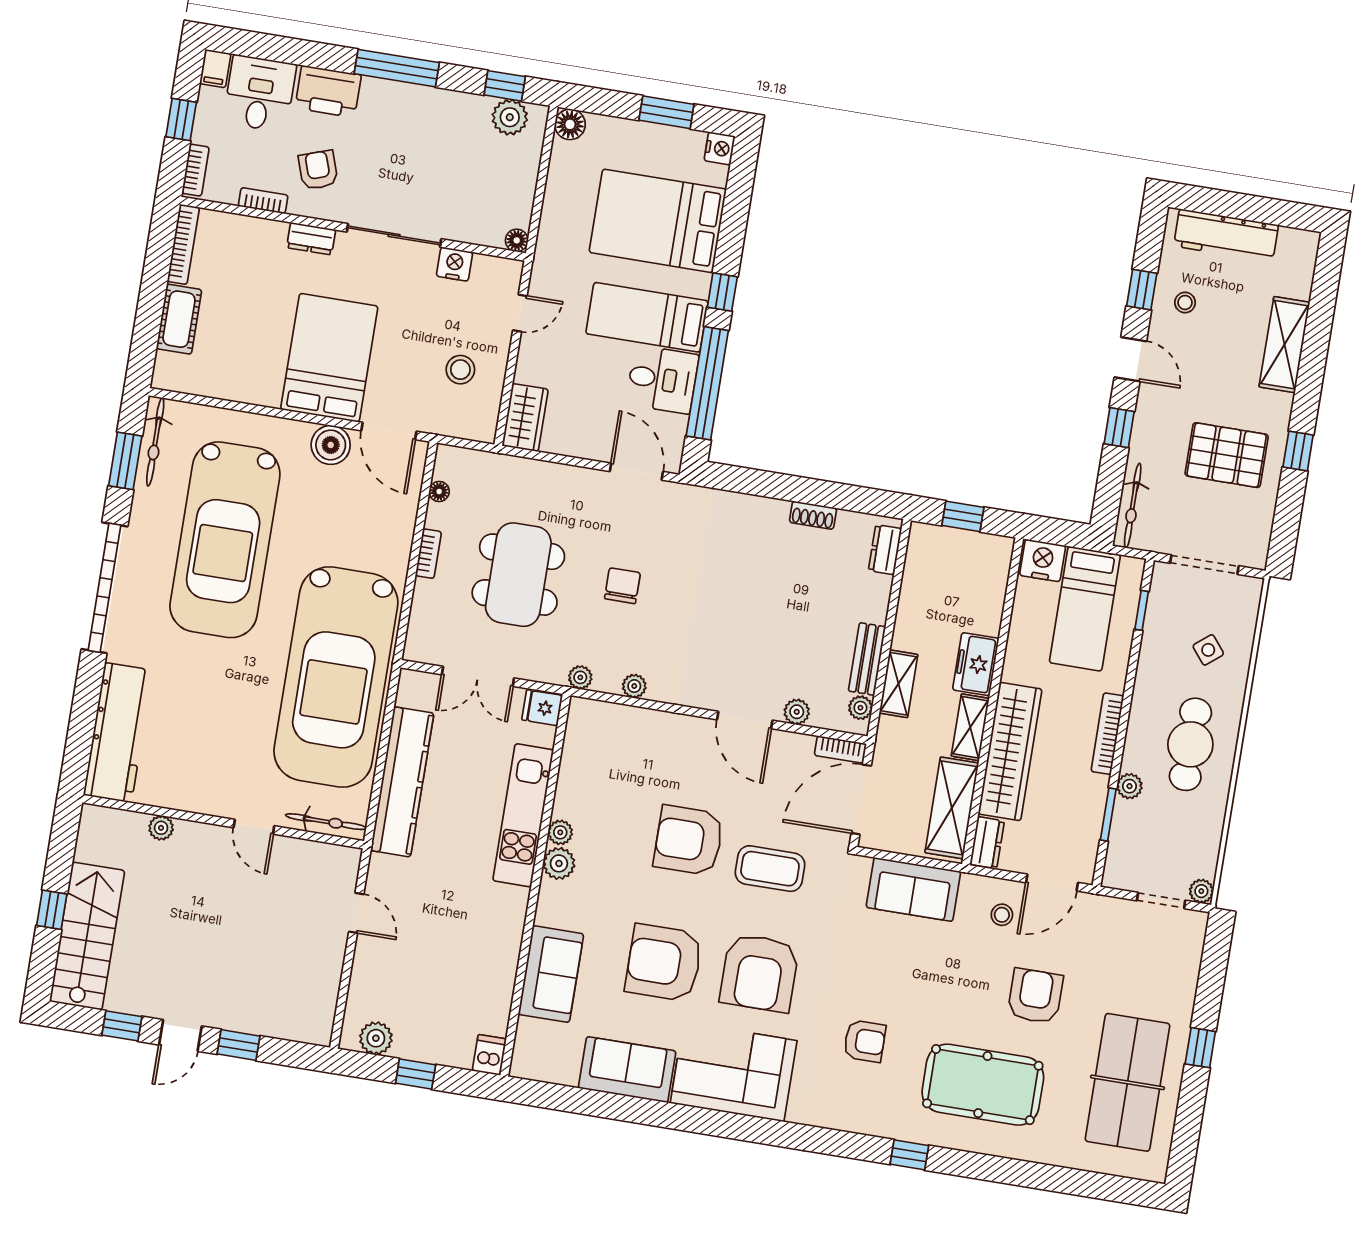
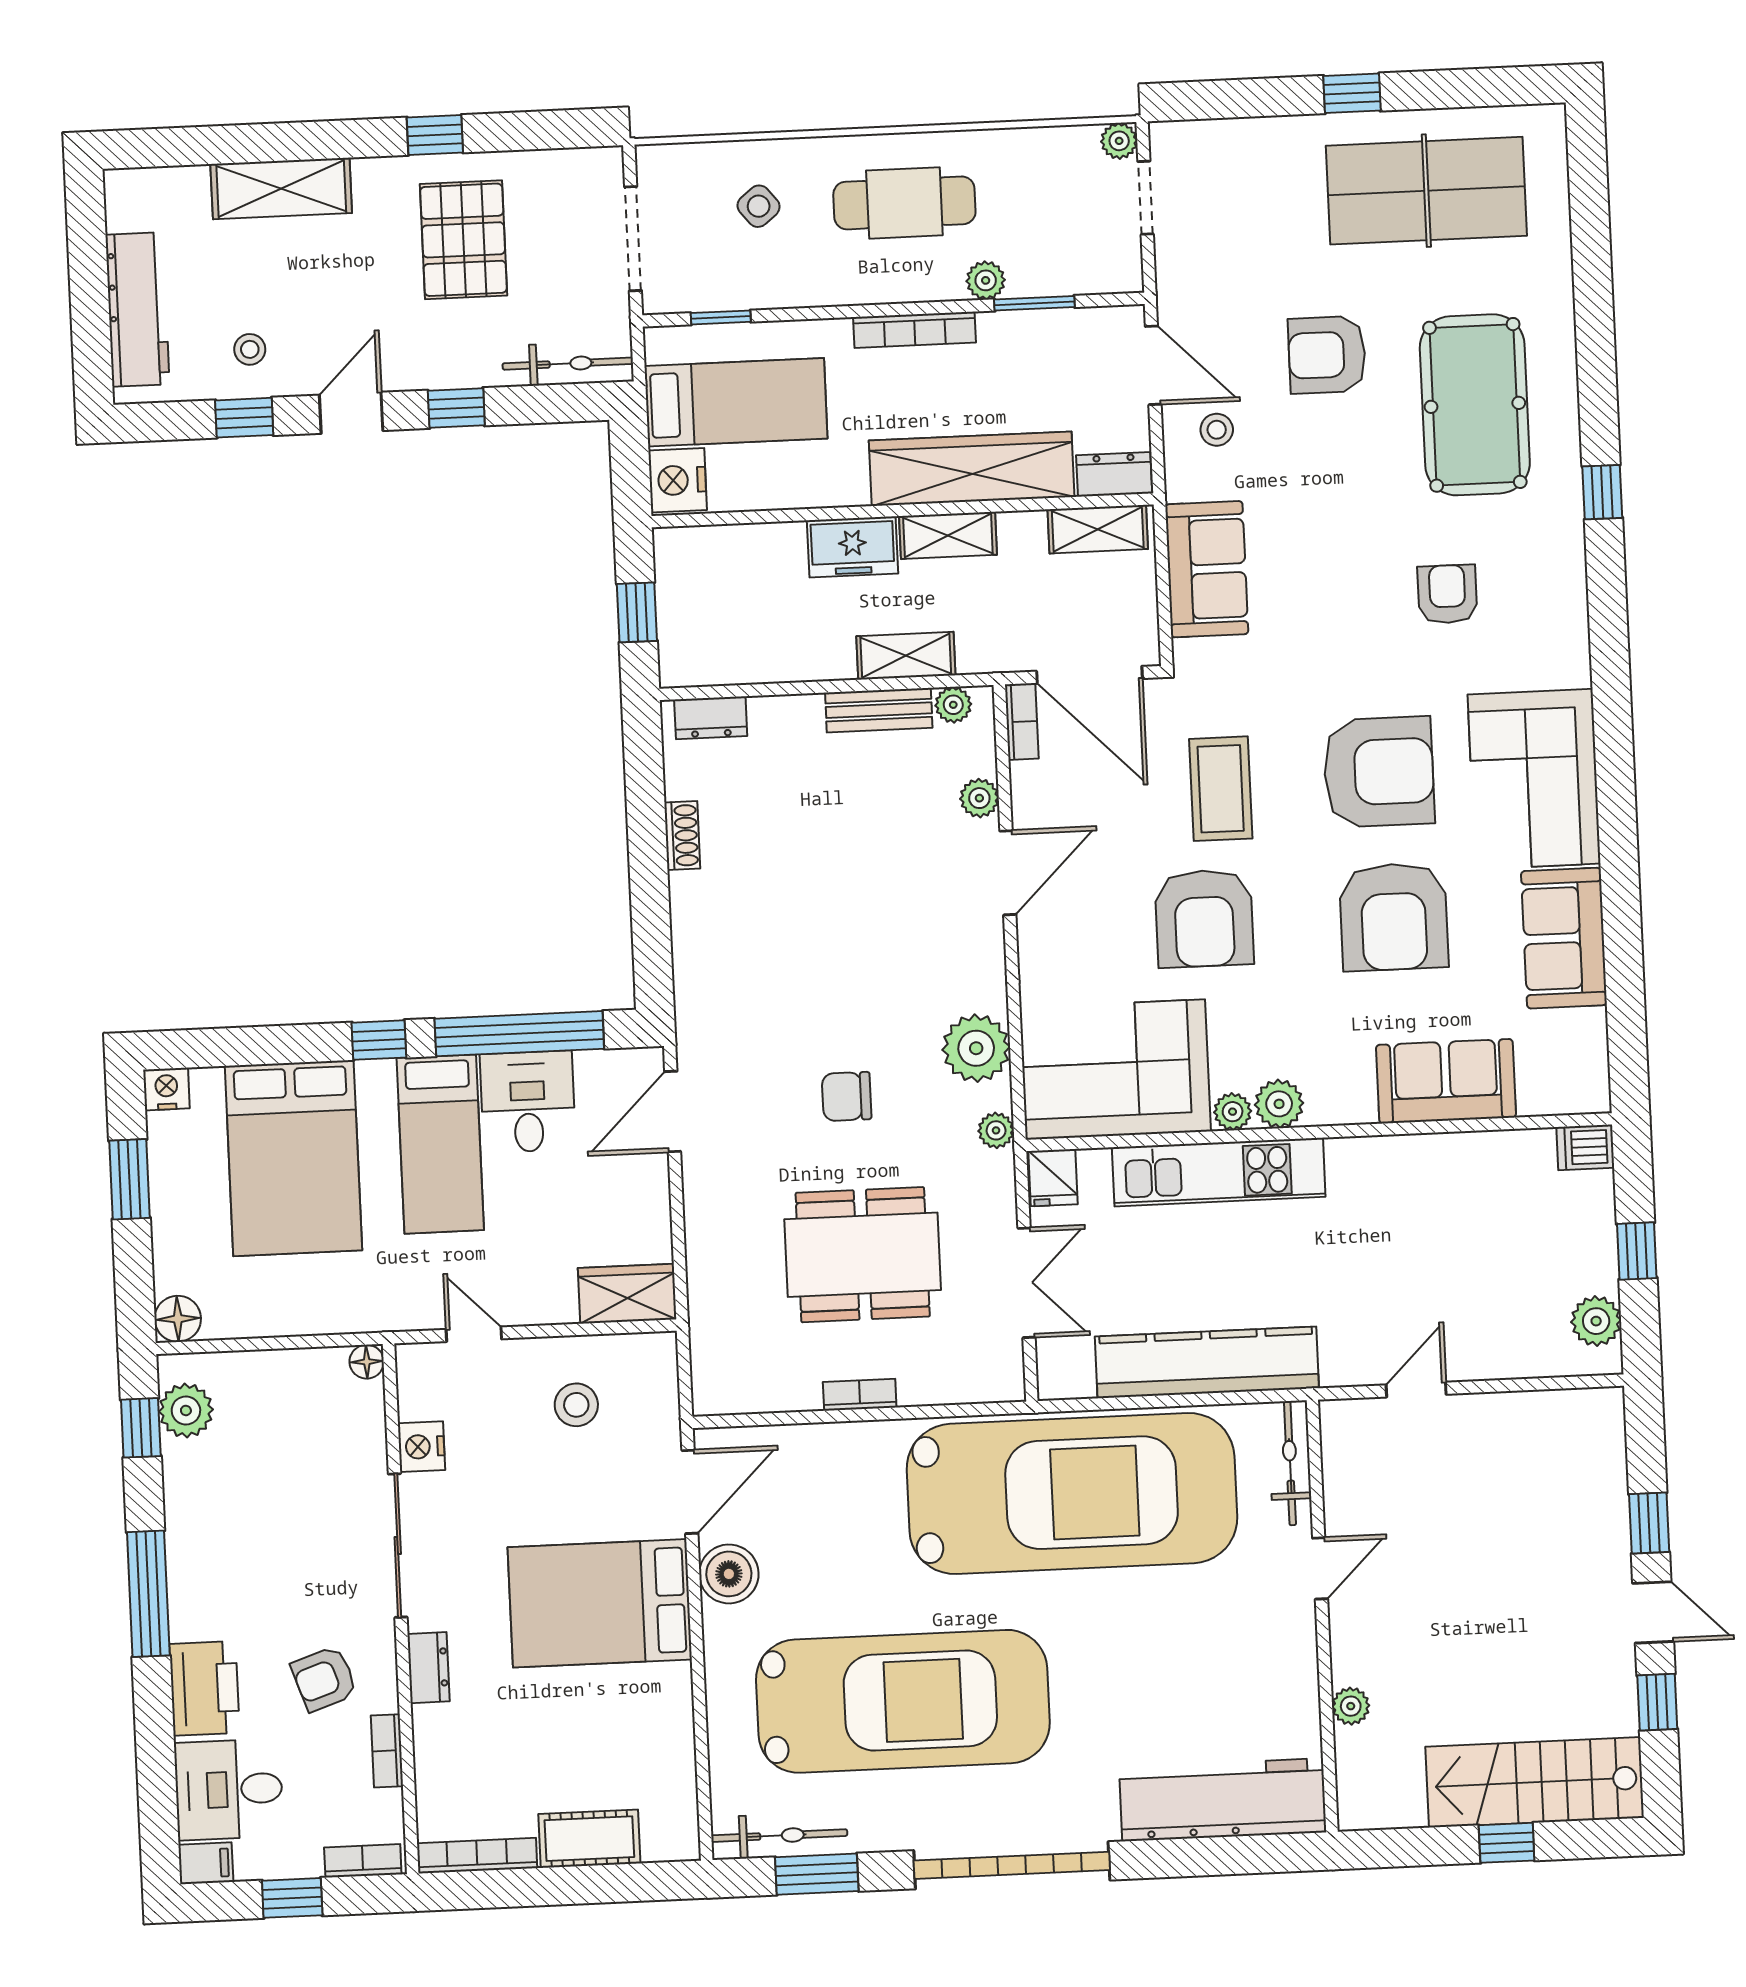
floor lamp: (439, 491) -> (764, 1398), removed
plant: (634, 686) -> (976, 1048), width x1.88, depth x1.88
corner sofa: (603, 763) -> (1115, 1069), added
shelving: (952, 808) -> (1098, 529), width x0.67, depth x0.75

